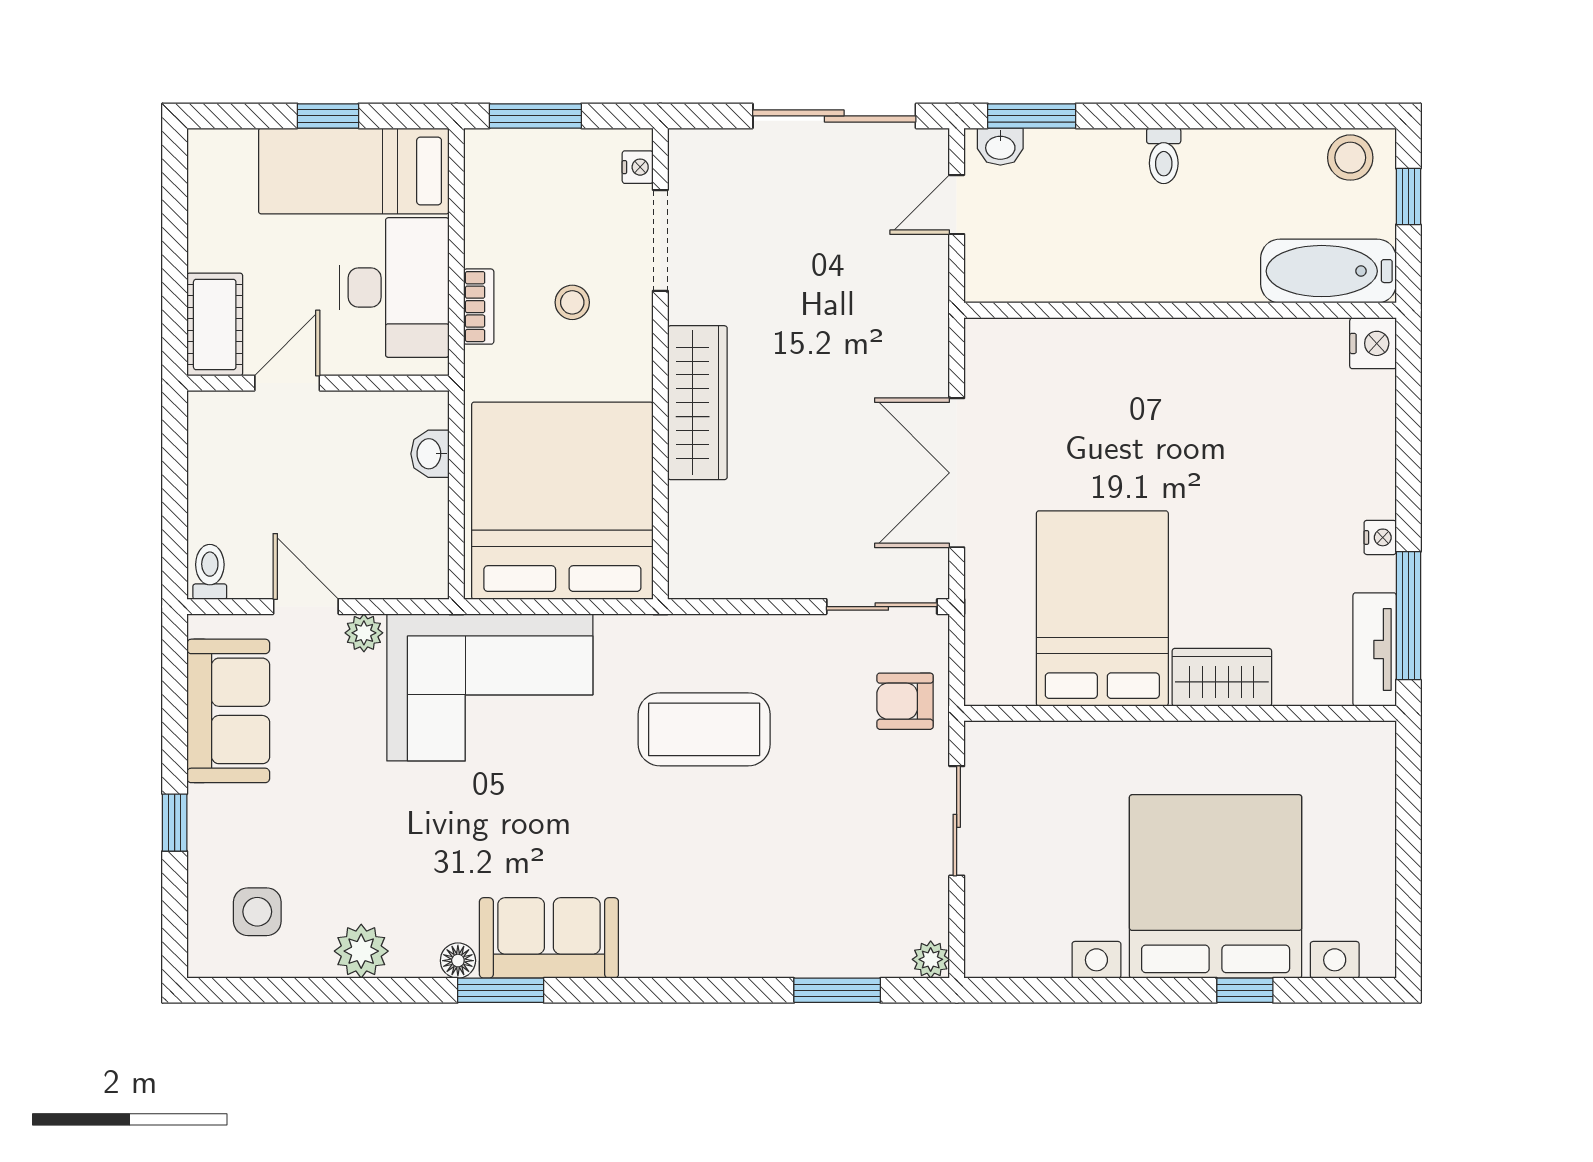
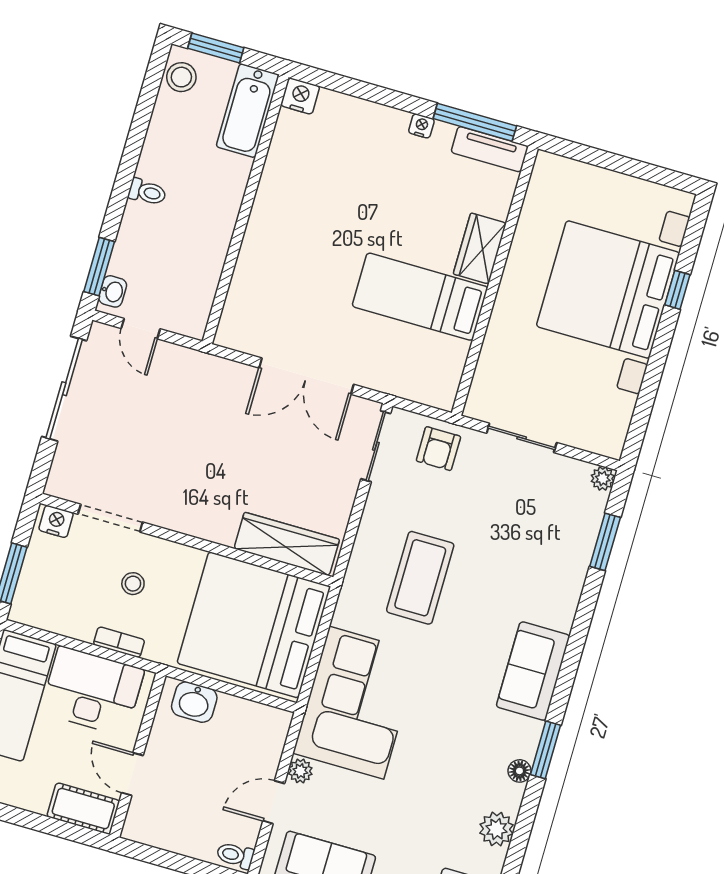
nightstand: (638, 167) -> (56, 521), width x1.39, depth x1.35
window: (1408, 197) -> (216, 48), width x1.50
wardrobe: (697, 403) -> (287, 544), moved
washbasin: (430, 454) -> (194, 702), width x1.38, depth x1.45
bed: (1102, 608) -> (420, 297), width x0.67
sofa: (549, 938) -> (533, 671), moved

